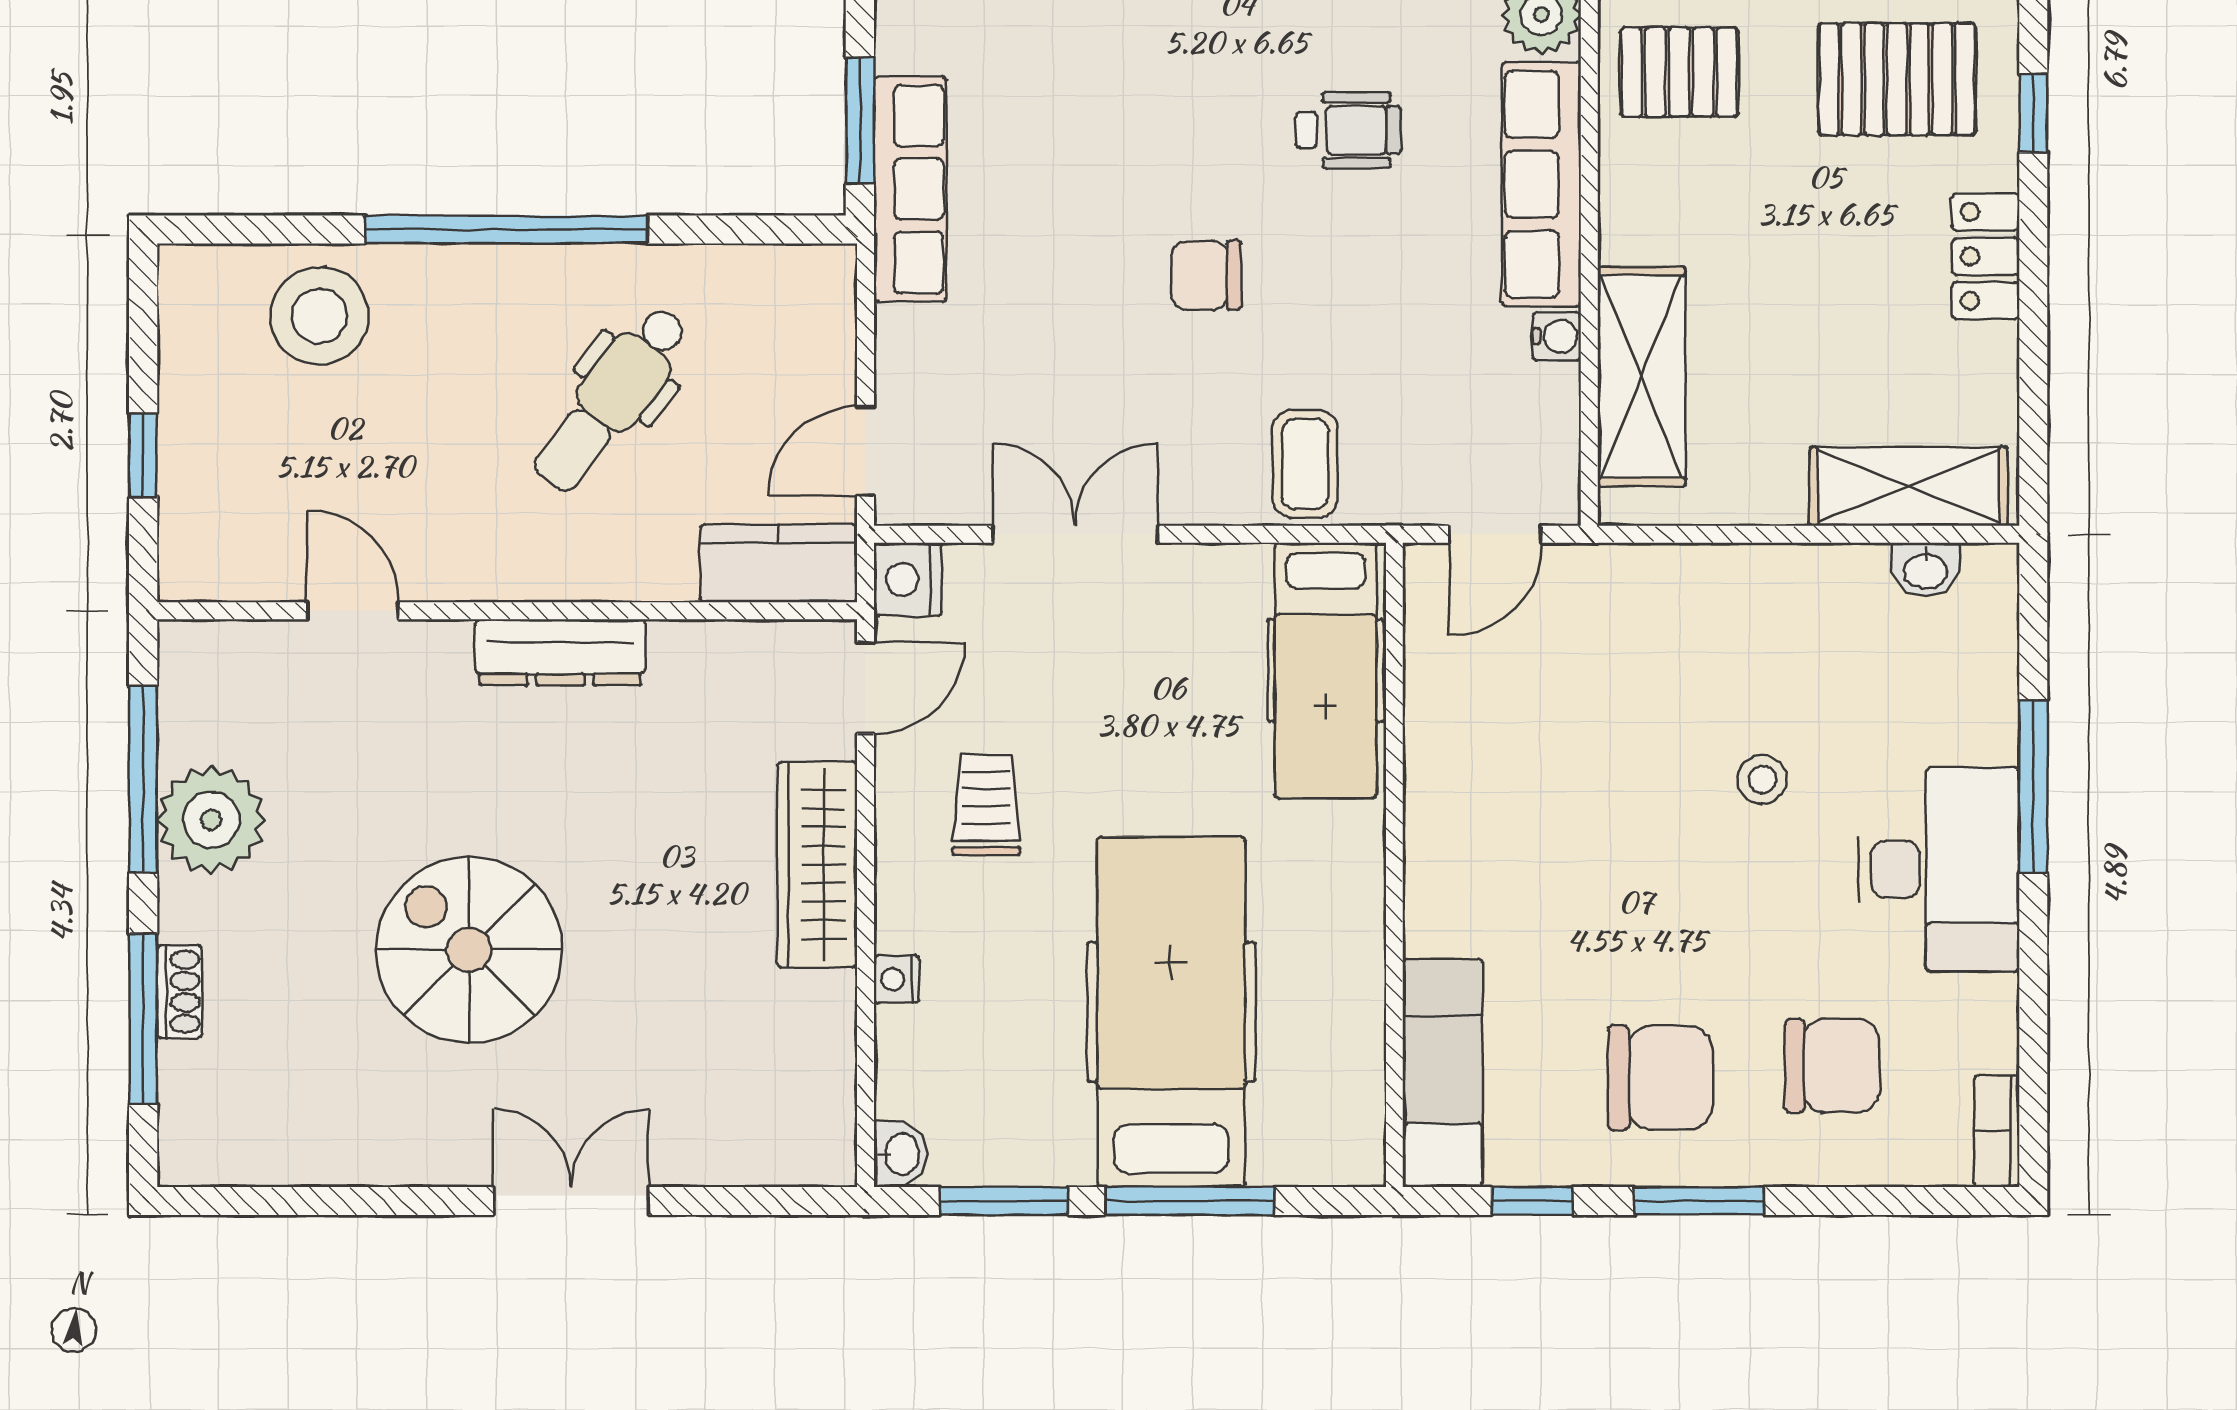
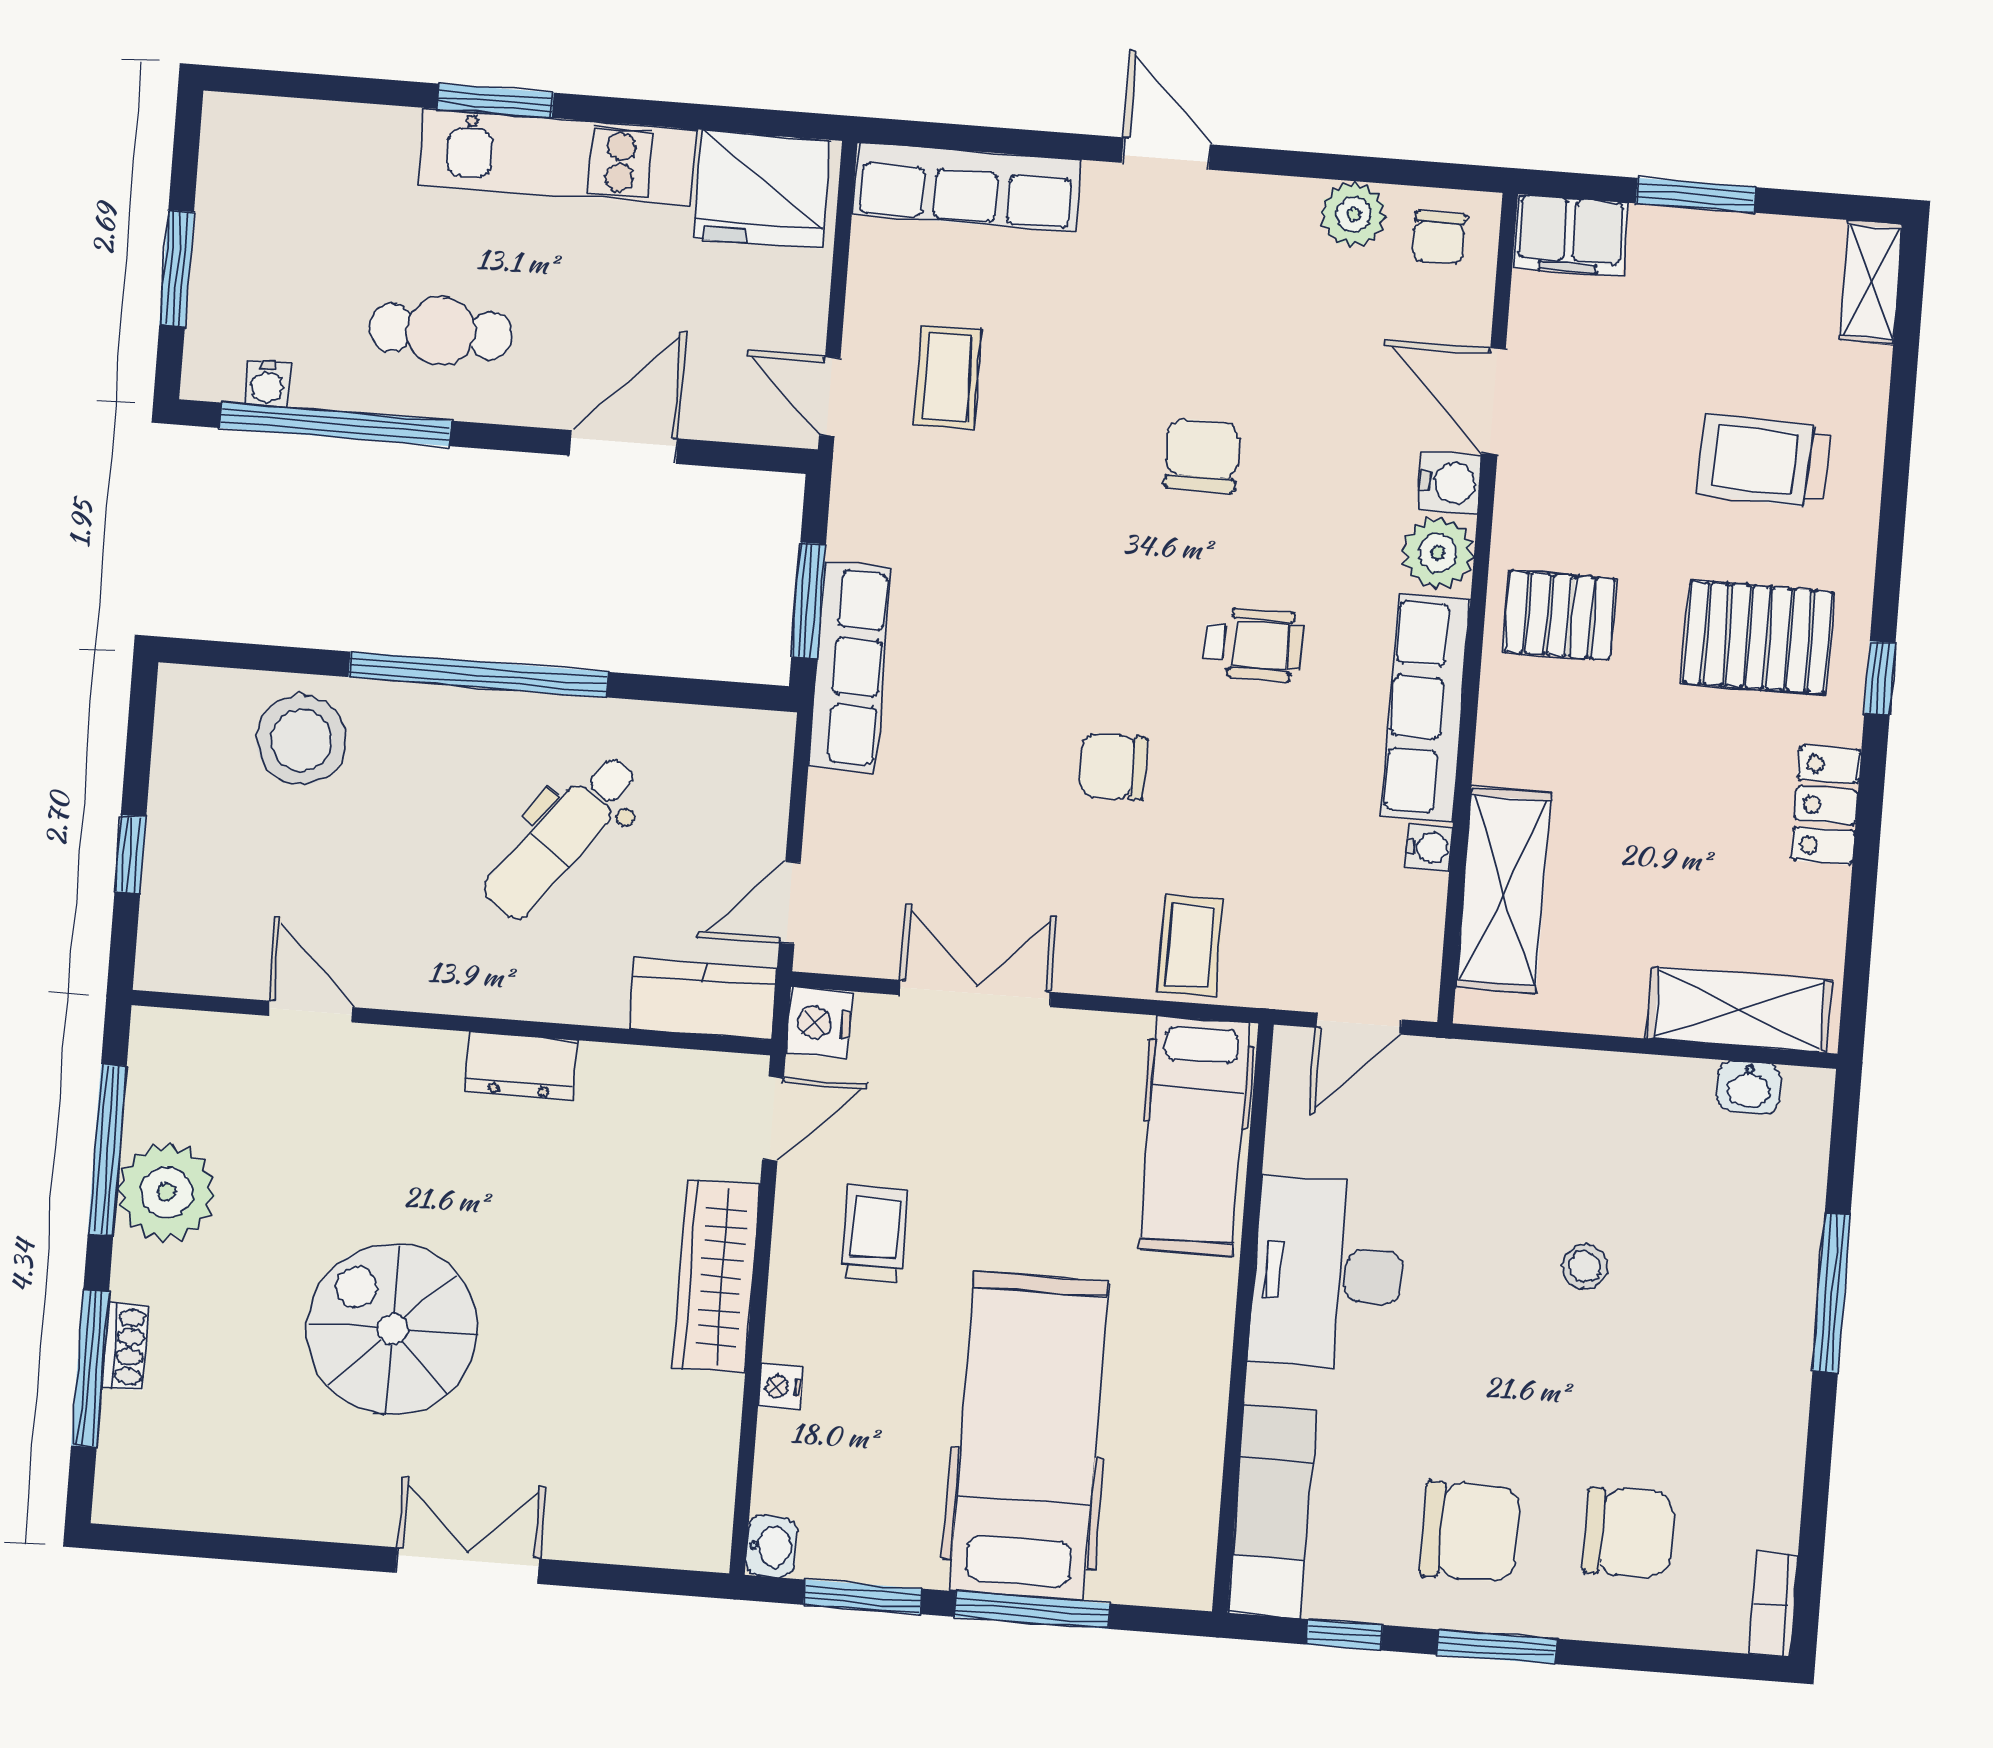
dresser: (560, 652) -> (521, 1066), width x0.70
desk: (1939, 869) -> (1328, 1273), moved, turned 180

